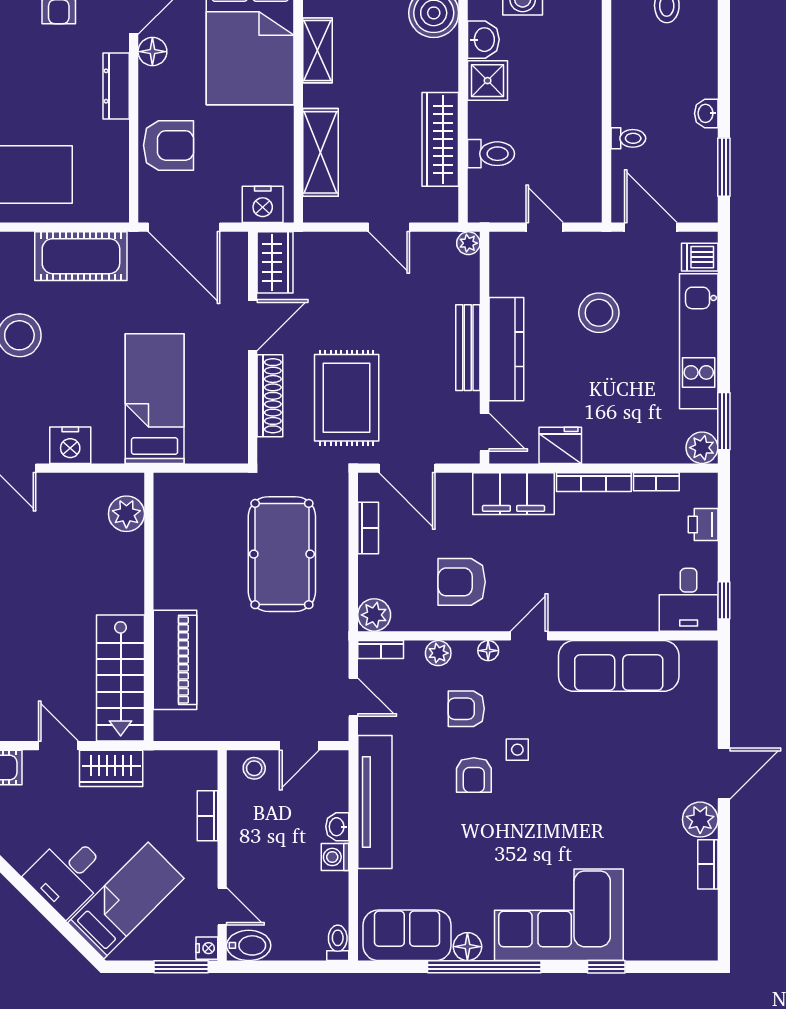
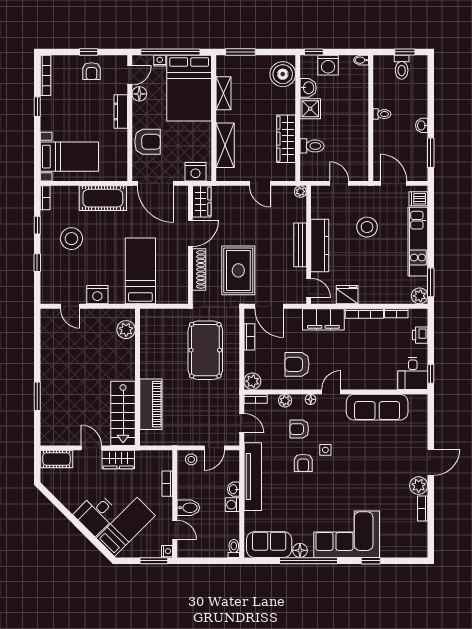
toilet: (628, 138) -> (382, 114), moved
bidet: (249, 945) -> (188, 508), moved

